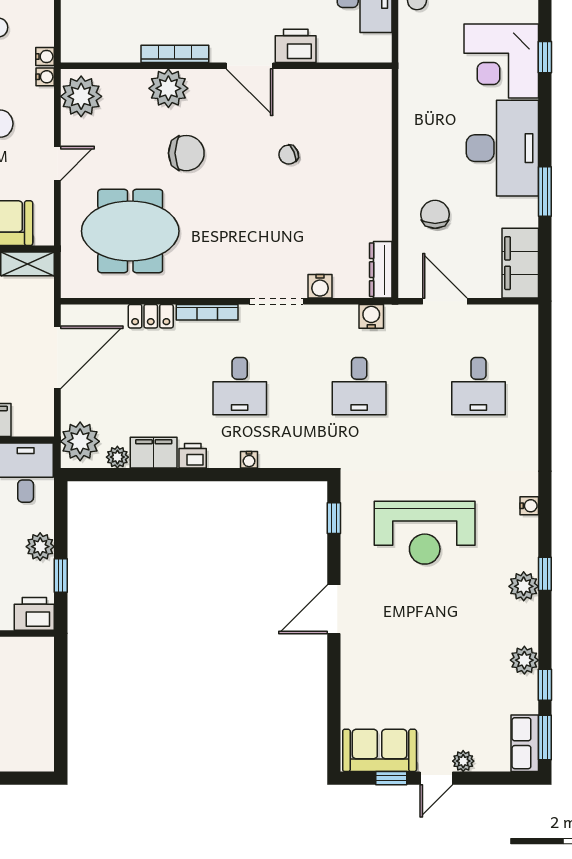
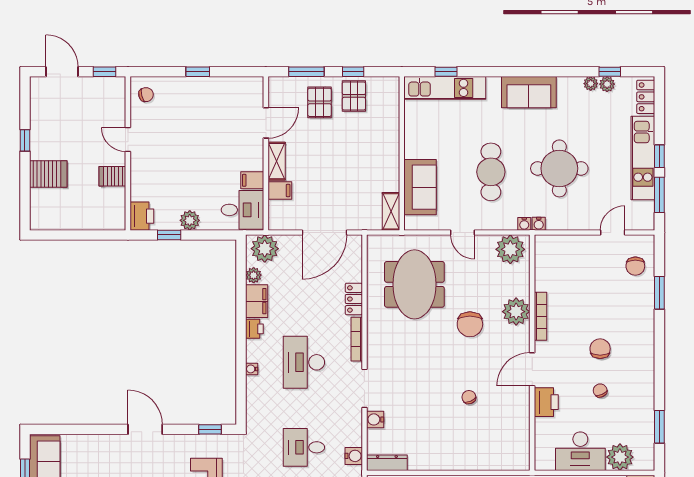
door: (57, 357) -> (324, 233), hinge flipped
desk: (240, 386) -> (304, 362), width x1.37

